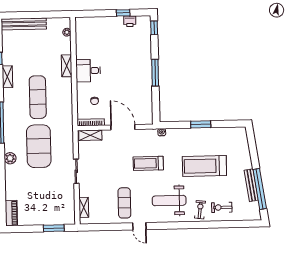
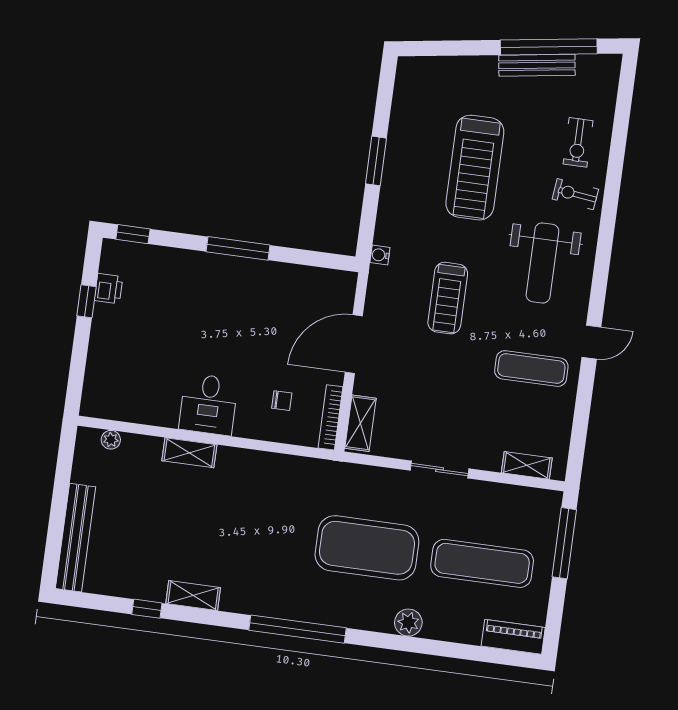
exercise mat: (38, 97) -> (482, 563), moved
plant: (10, 158) -> (408, 623), moved
window: (54, 228) -> (564, 543), width x1.44

